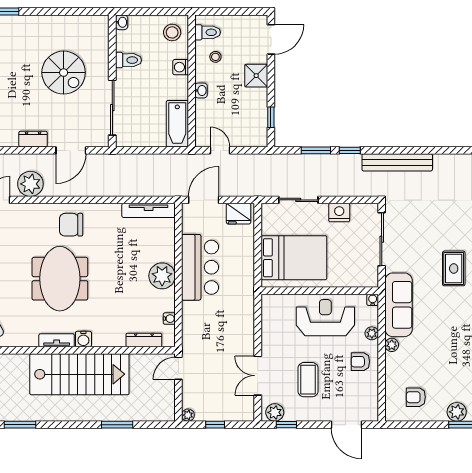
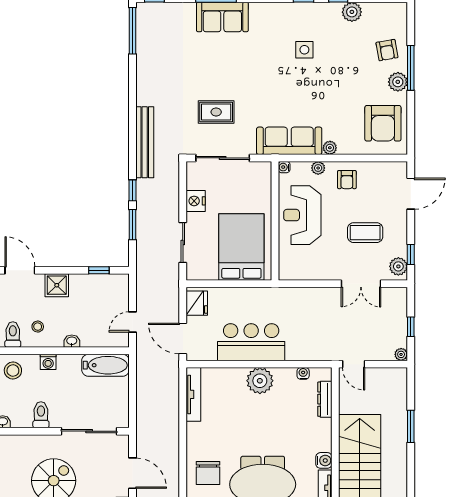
rug: (454, 268) -> (216, 112), moved
armchair: (416, 397) -> (383, 123), width x1.88, depth x1.88

